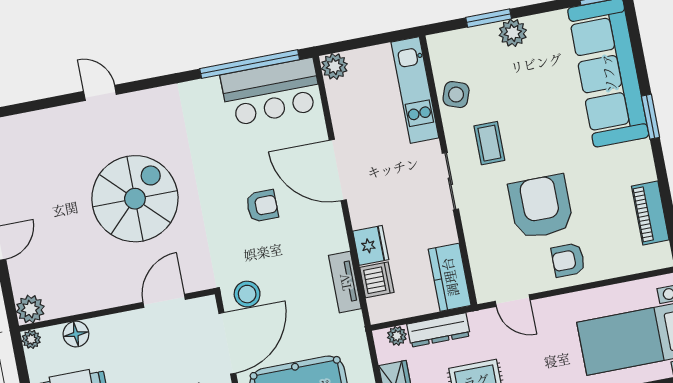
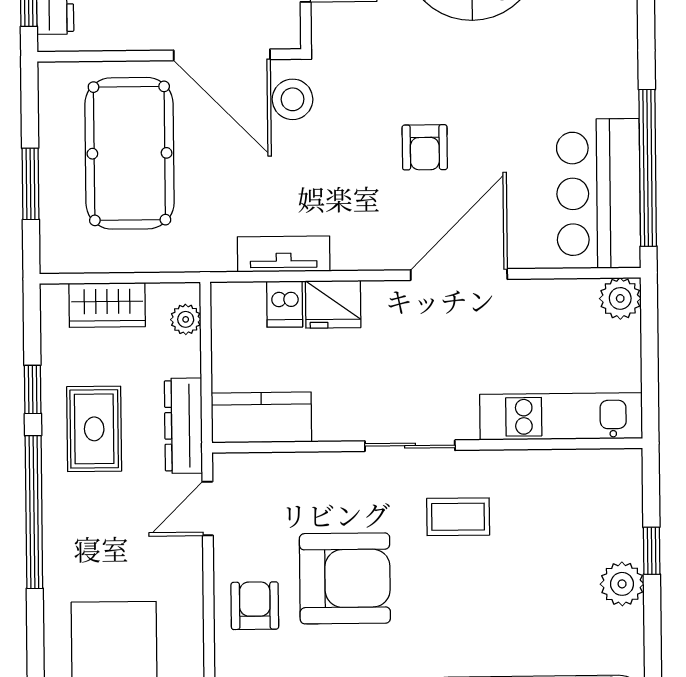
window: (489, 18) -> (652, 551), width x0.67
side table: (456, 95) -> (543, 479), removed
dishwasher: (377, 280) -> (285, 304), width x0.73
dresser: (439, 330) -> (183, 426), moved

